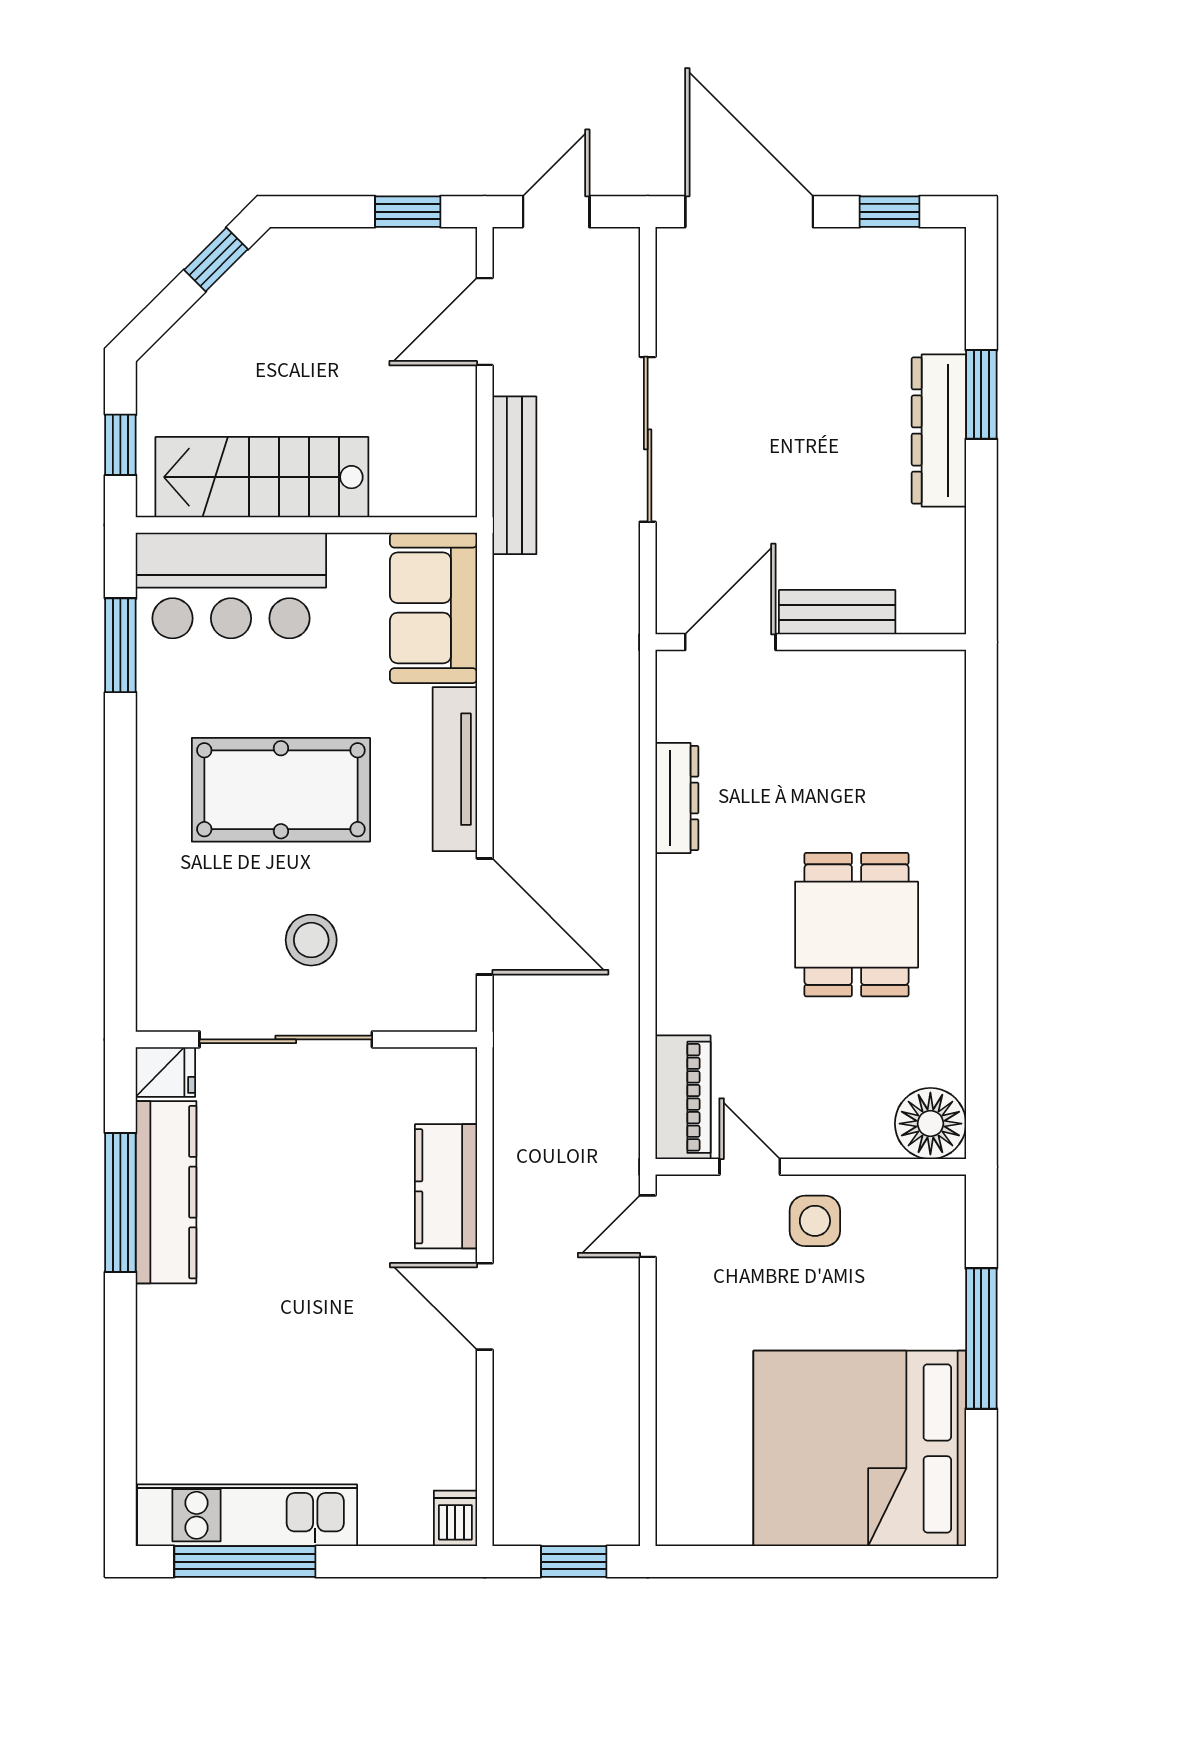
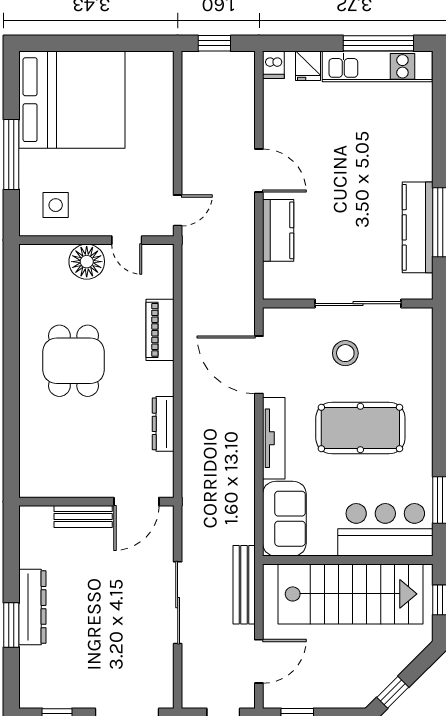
stairs: (262, 477) -> (351, 594), width x1.36, depth x1.51
fridge: (165, 1072) -> (308, 66), moved, turned -90
piano: (683, 1097) -> (160, 330), moved
floor lamp: (930, 1124) -> (87, 262), moved
side table: (815, 1221) -> (56, 205), moved

